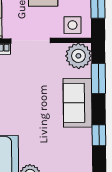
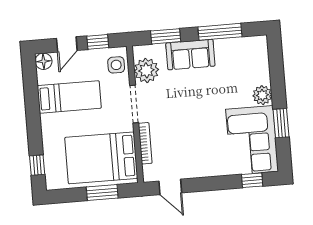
plant: (78, 56) -> (146, 70), moved
window: (99, 135) -> (220, 32), width x2.17

